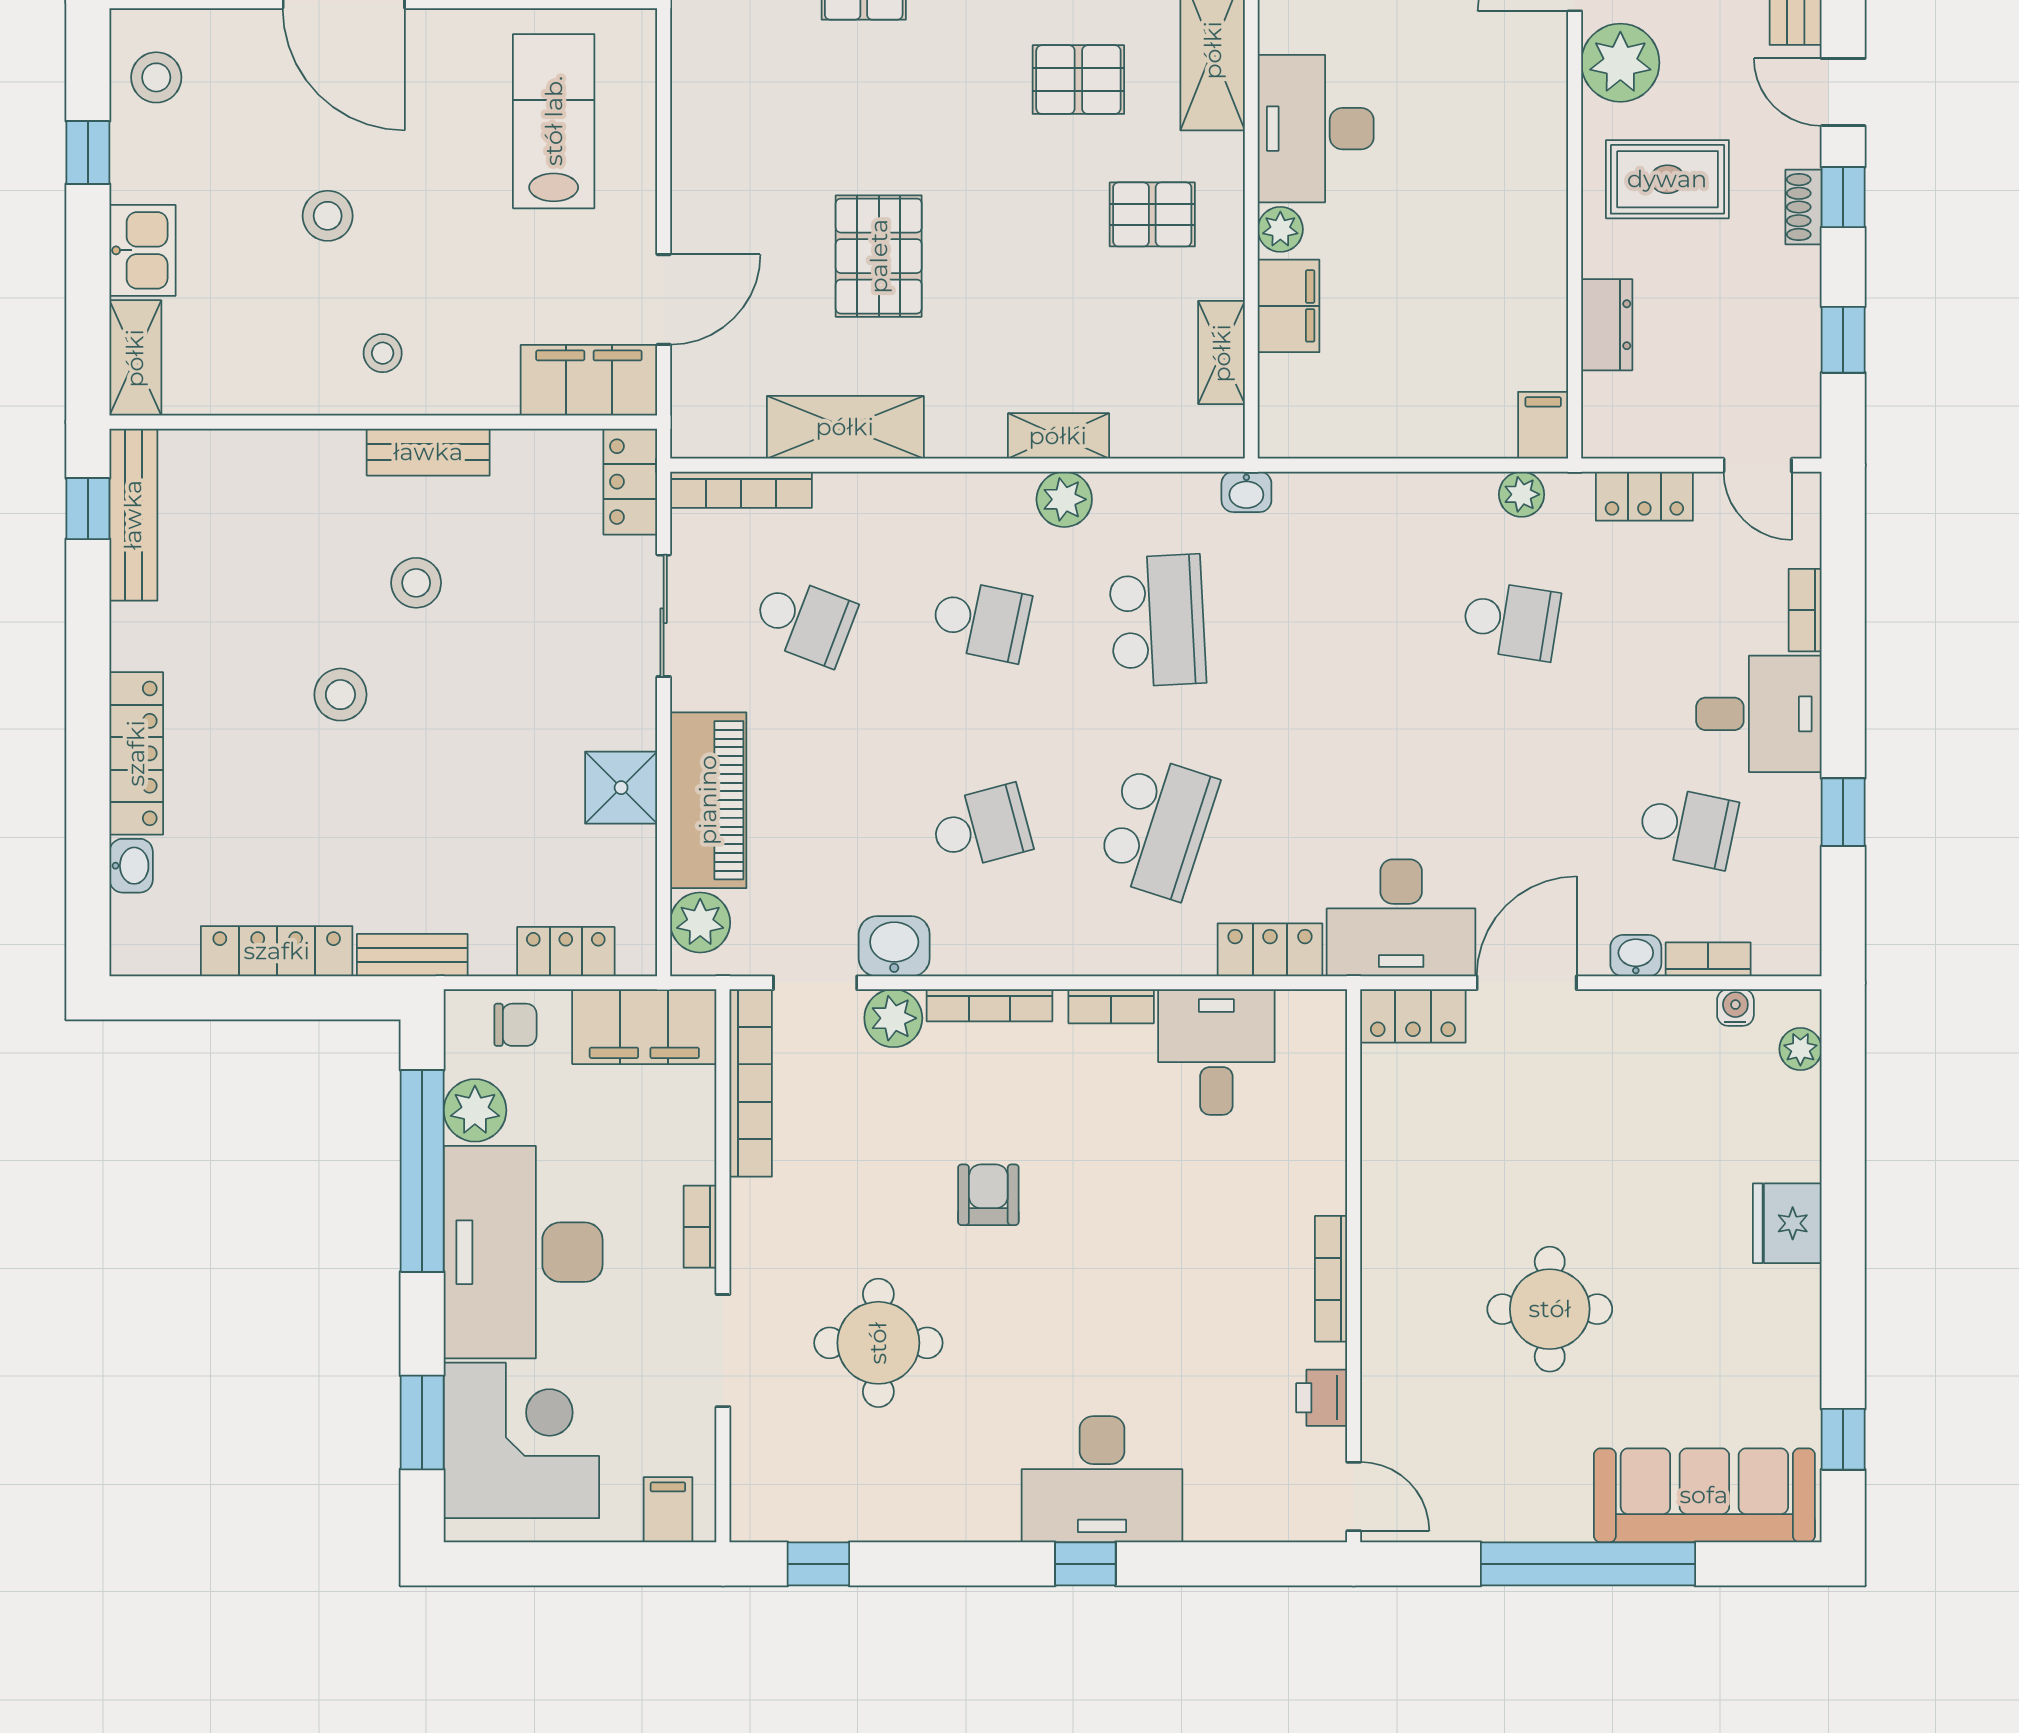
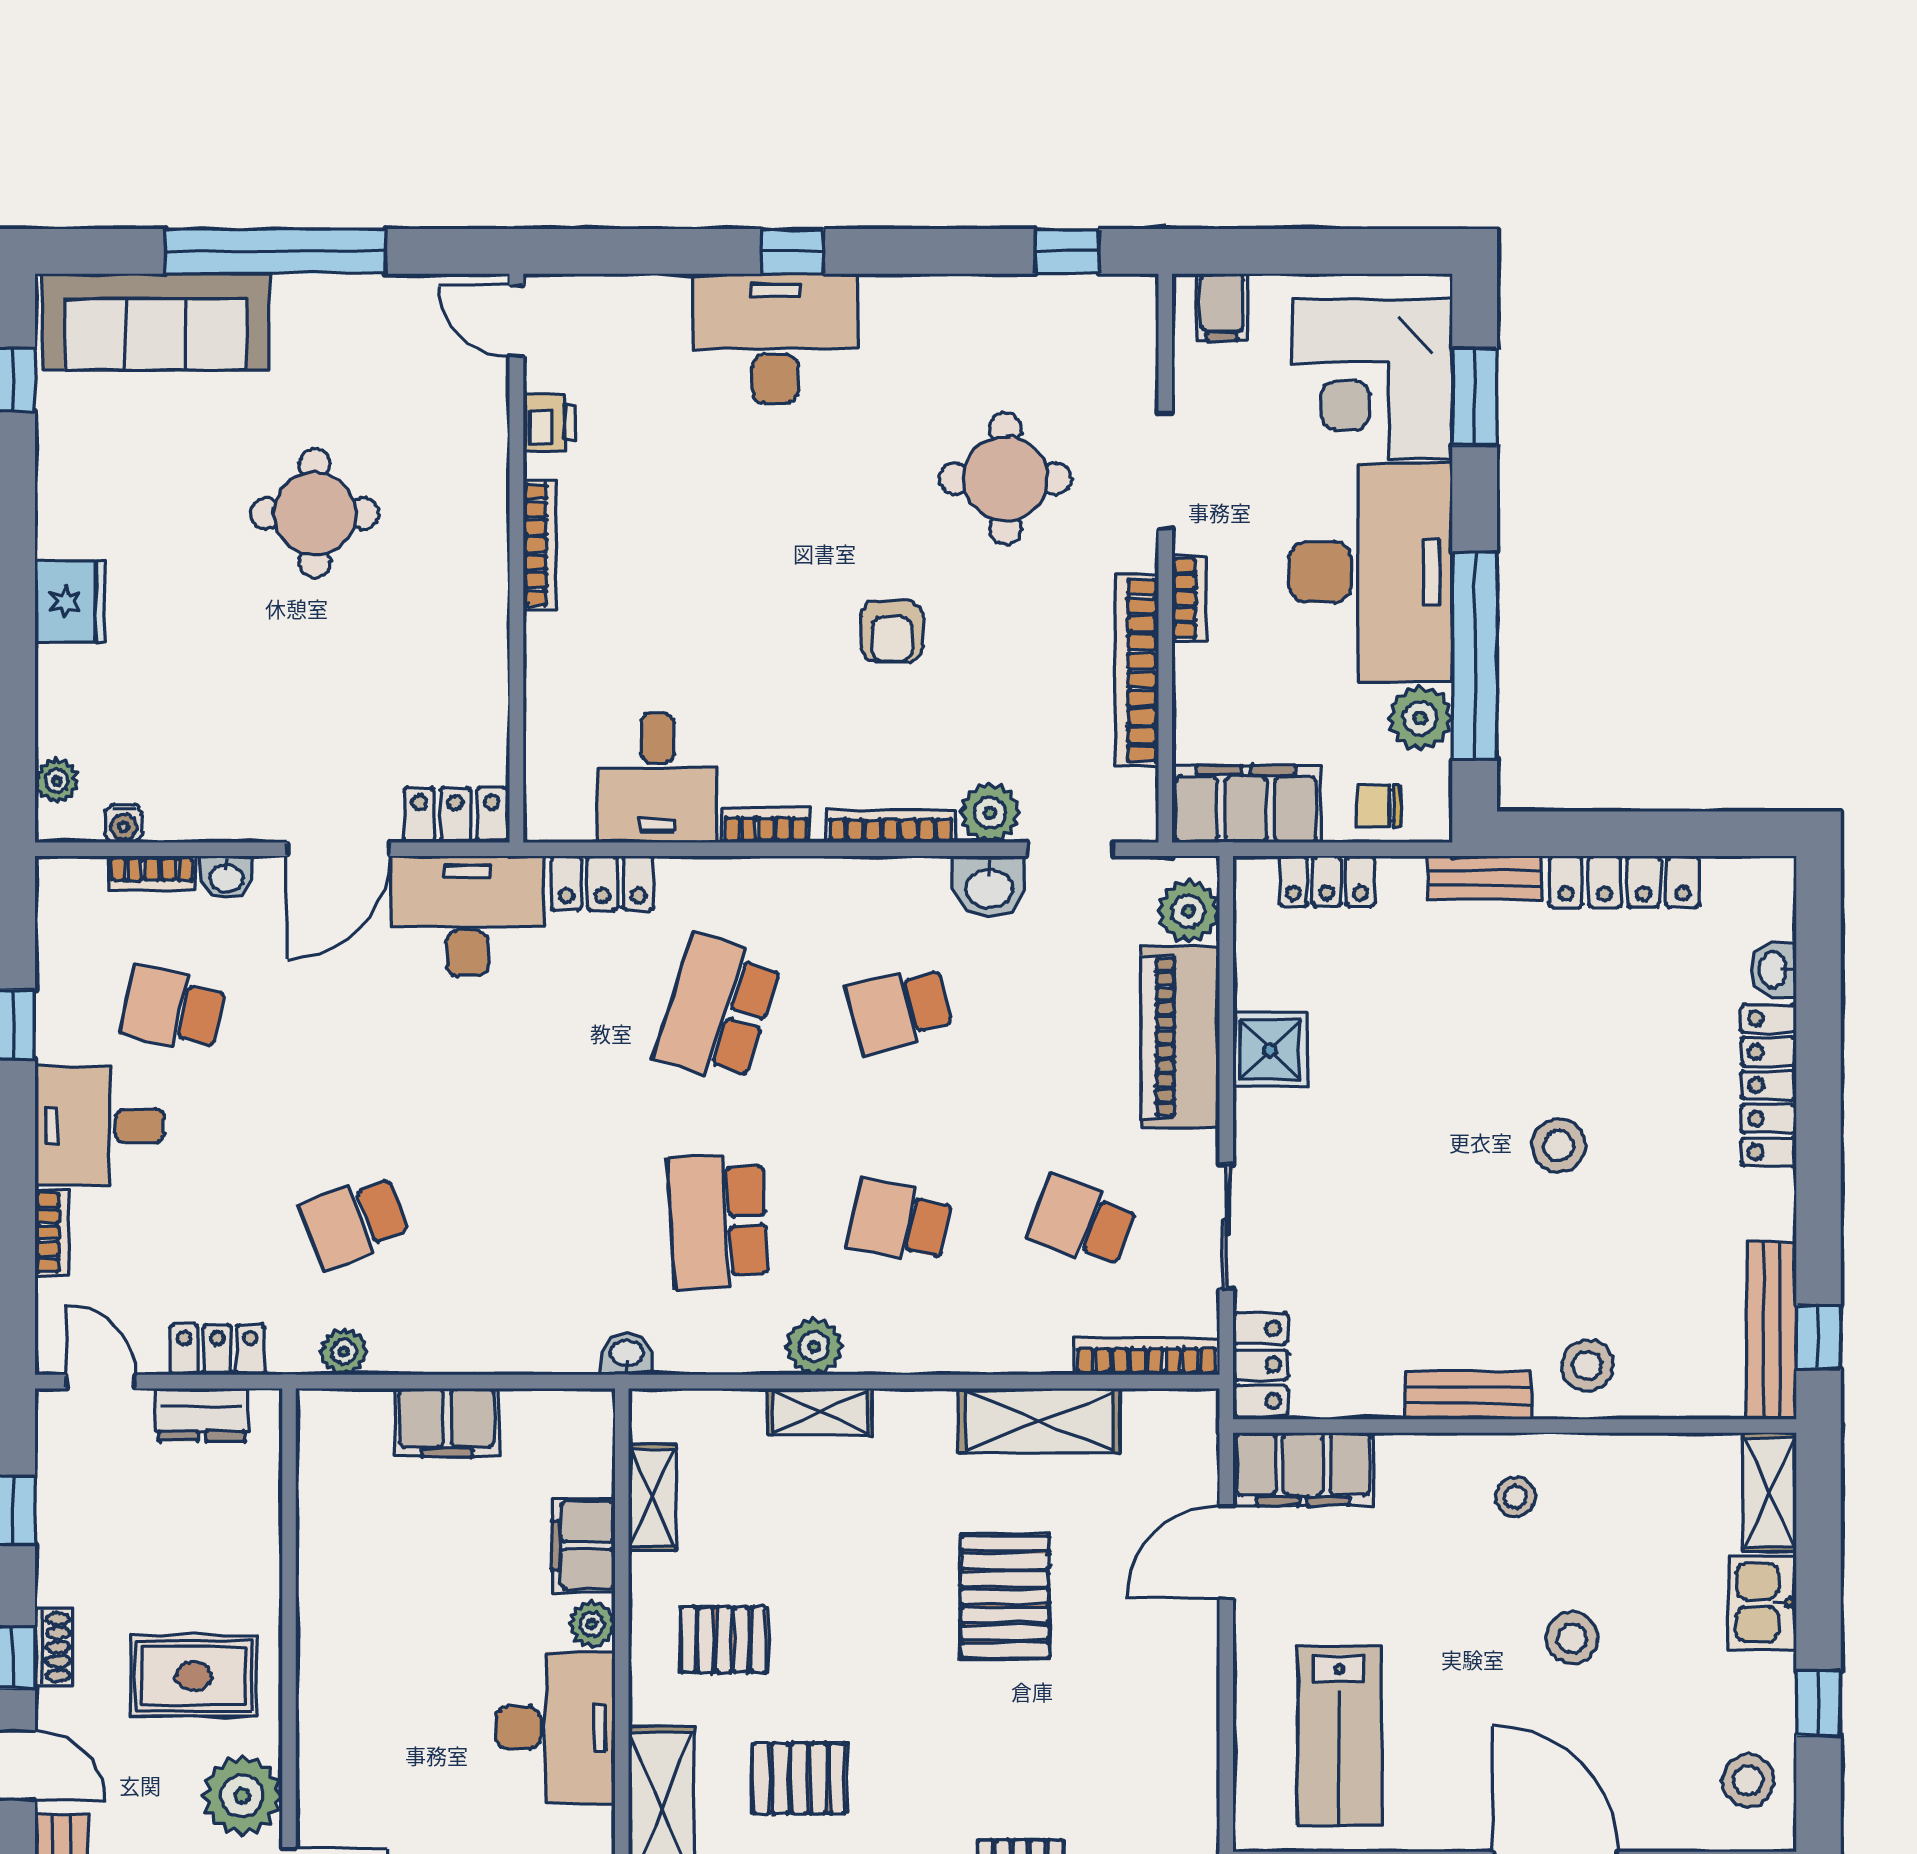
dresser: (1607, 325) -> (202, 1415), moved, turned -90
filing cabinet: (1543, 425) -> (447, 1423), moved, width x2.00
stool: (416, 583) -> (1587, 1365), moved
school desk: (1511, 621) -> (355, 1222), turned -30
bookcase: (751, 1083) -> (1137, 670), moved

